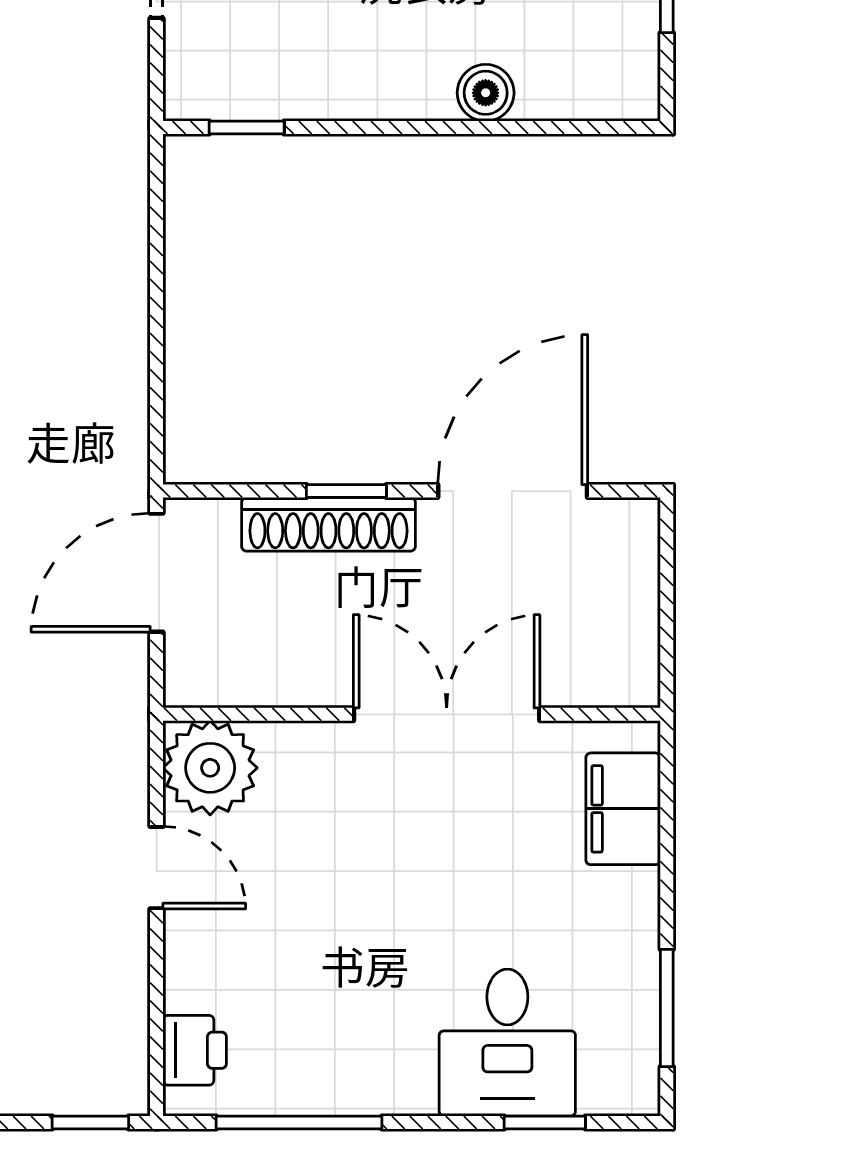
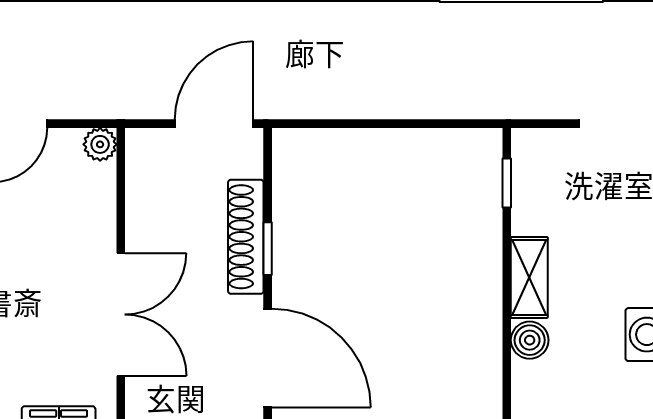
shelving: (390, 93) -> (529, 277), added
door: (157, 573) -> (214, 124), hinge flipped
plant: (210, 768) -> (100, 144), width x0.53, depth x0.53

